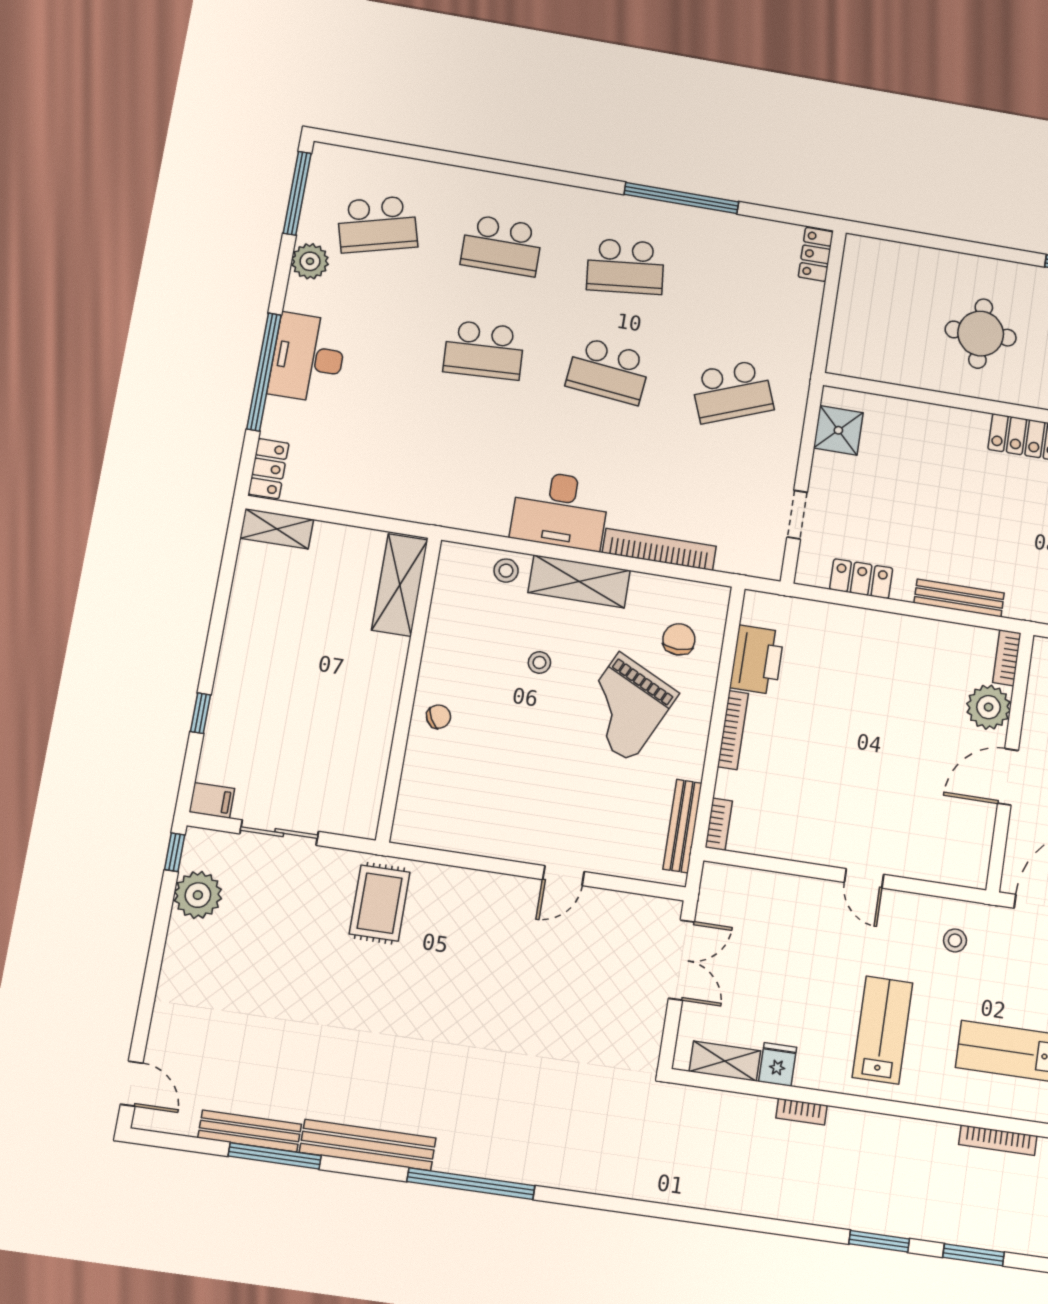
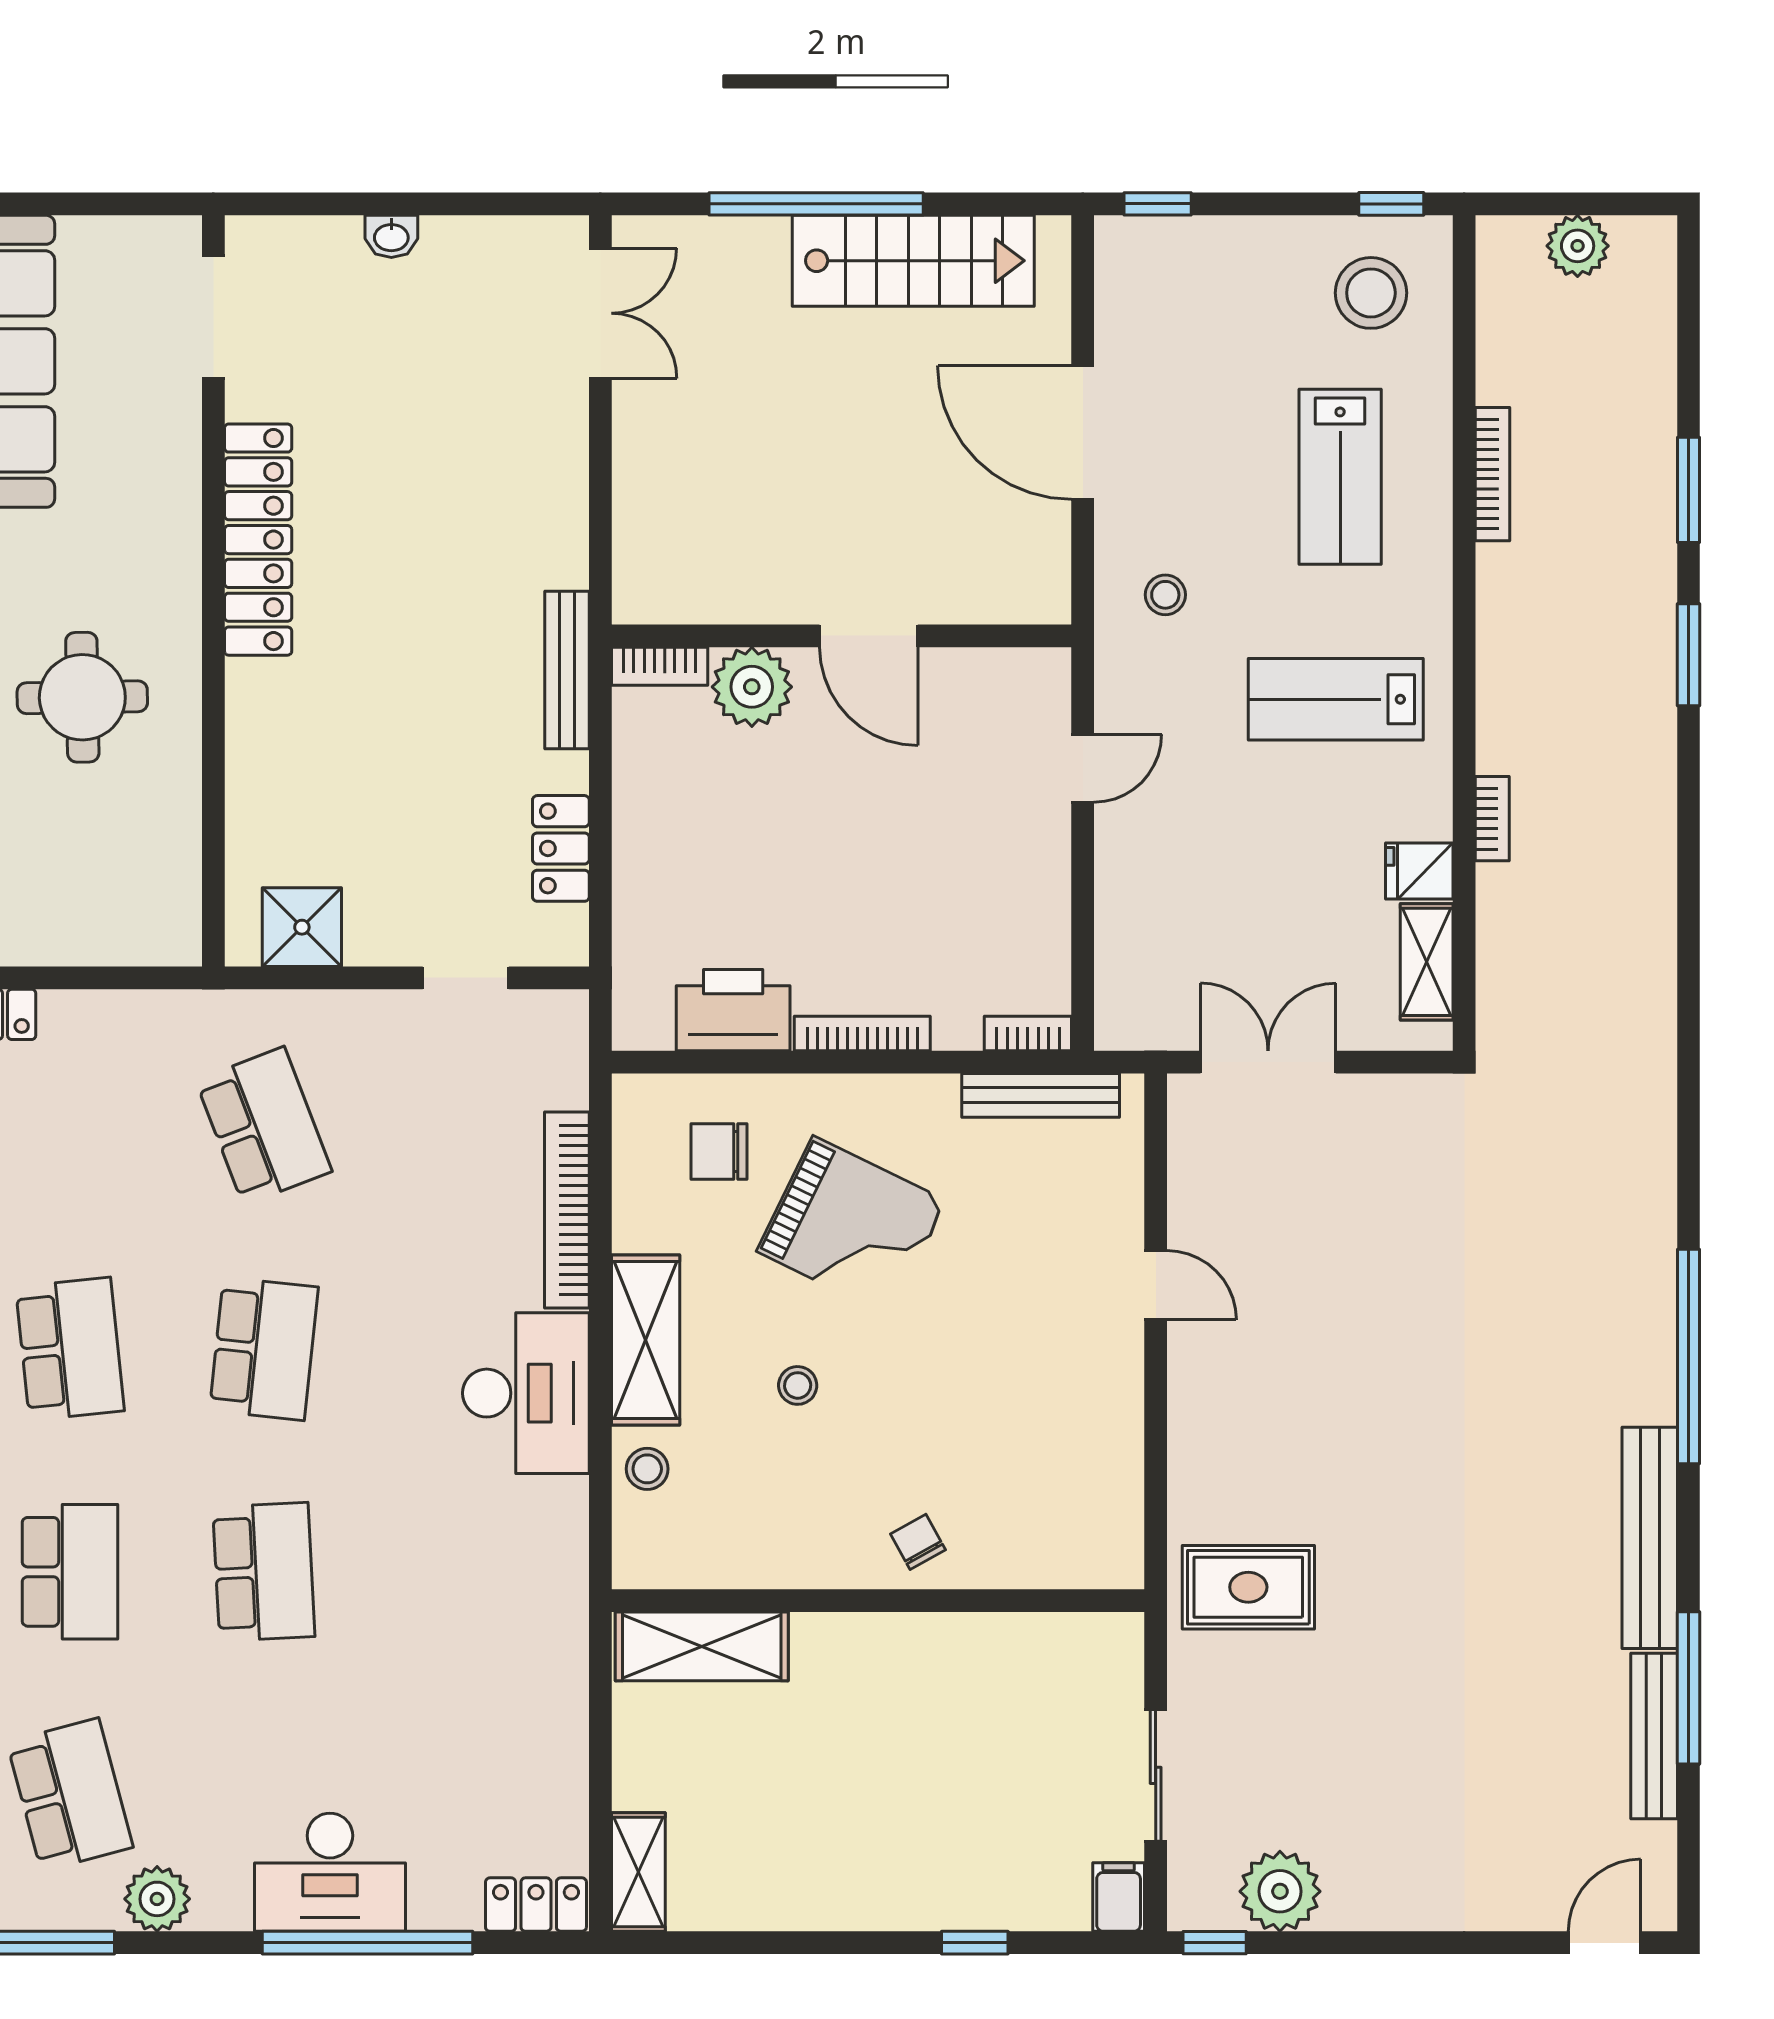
bookcase: (1007, 658) -> (660, 666), moved
plant: (989, 707) -> (752, 687), moved
wall: (1010, 762) -> (842, 636), moved
door: (1008, 777) -> (869, 636), moved

